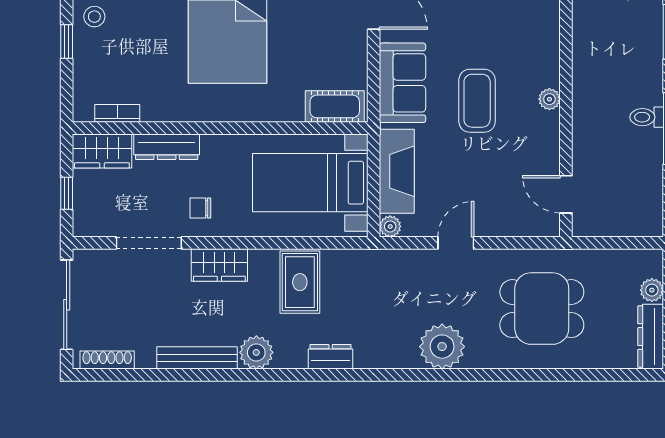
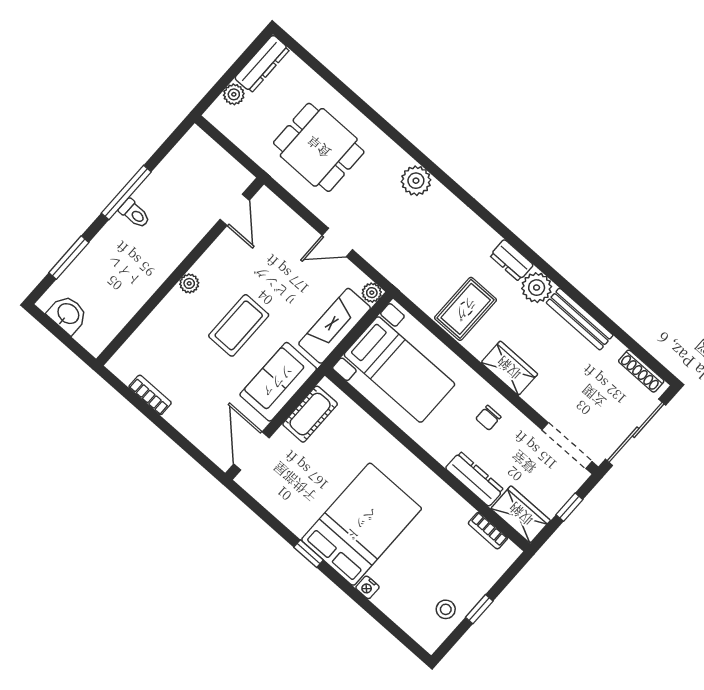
cot: (335, 106) -> (310, 414), moved, turned 90
chair: (200, 208) -> (488, 418), turned 90
doorway: (149, 243) -> (567, 446), moved
plant: (442, 347) -> (416, 181), width x0.73, depth x0.73
dresser: (331, 357) -> (511, 260), moved

